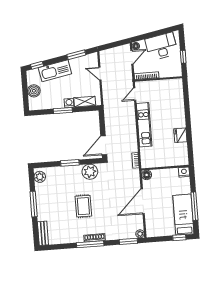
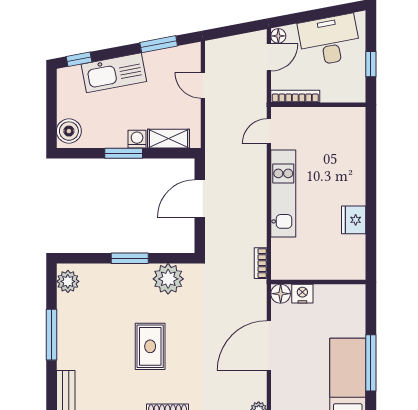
boiler: (34, 91) -> (69, 131), moved
door: (104, 145) -> (200, 198), moved
nightstand: (184, 172) -> (302, 294), moved

